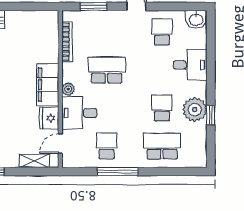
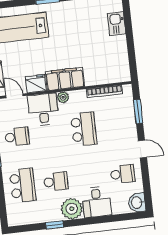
plant: (195, 110) -> (72, 209), moved

